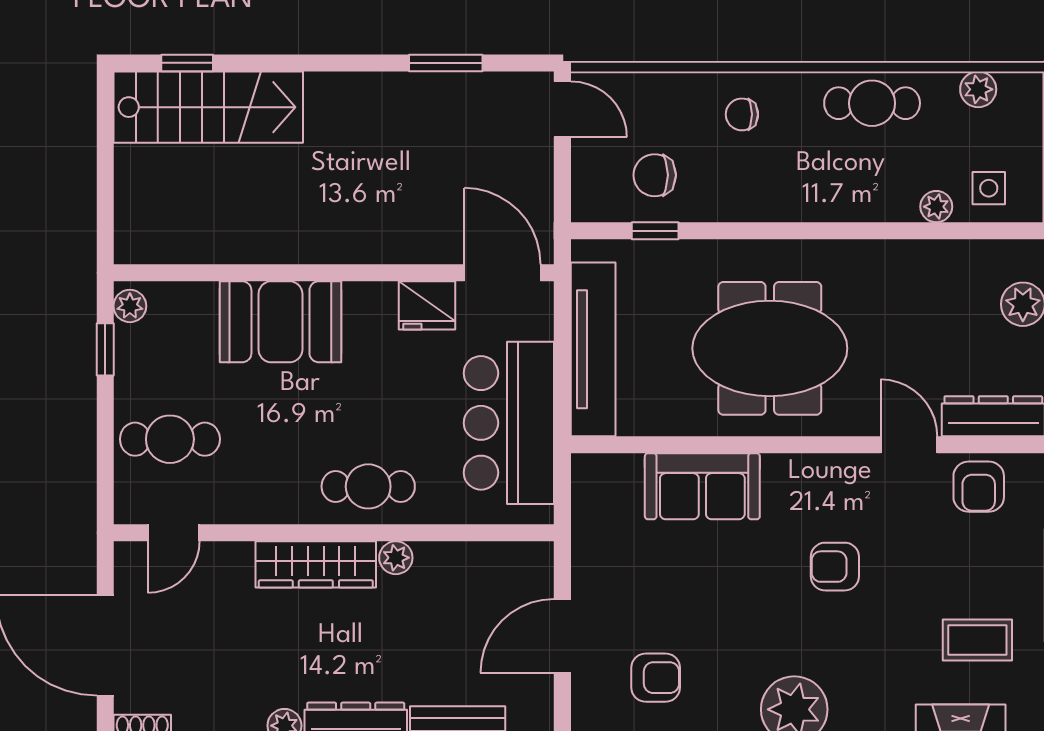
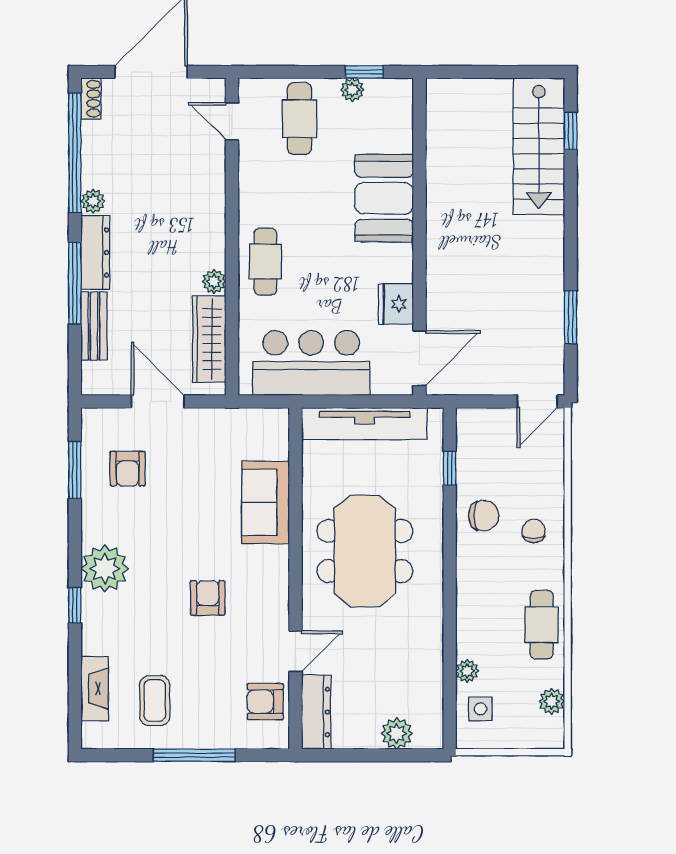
chair: (655, 175) -> (484, 516), moved, turned 90
plant: (130, 306) -> (352, 90), moved
wardrobe: (316, 564) -> (209, 339), moved

